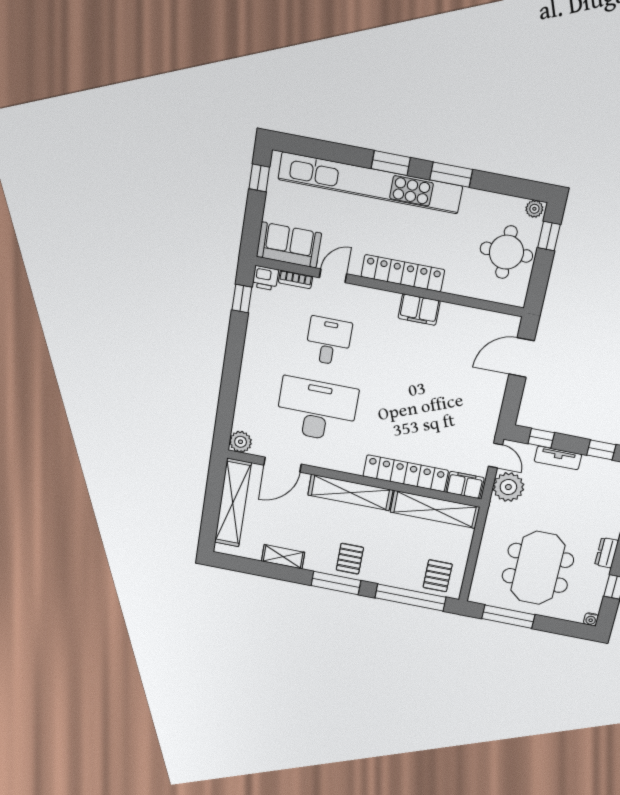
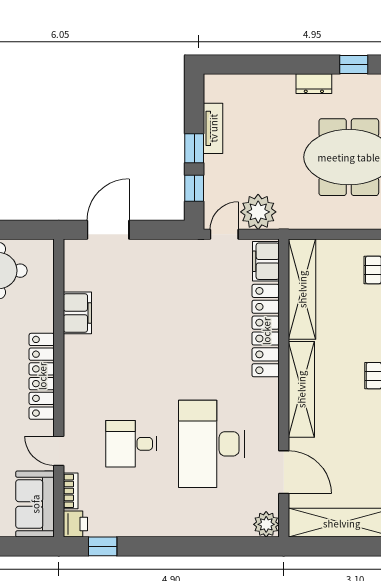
filing cabinet: (419, 310) -> (77, 313), moved
door: (522, 358) -> (108, 230), swing flipped
window: (601, 450) -> (194, 148), moved
tv unit: (558, 458) -> (213, 128), moved

